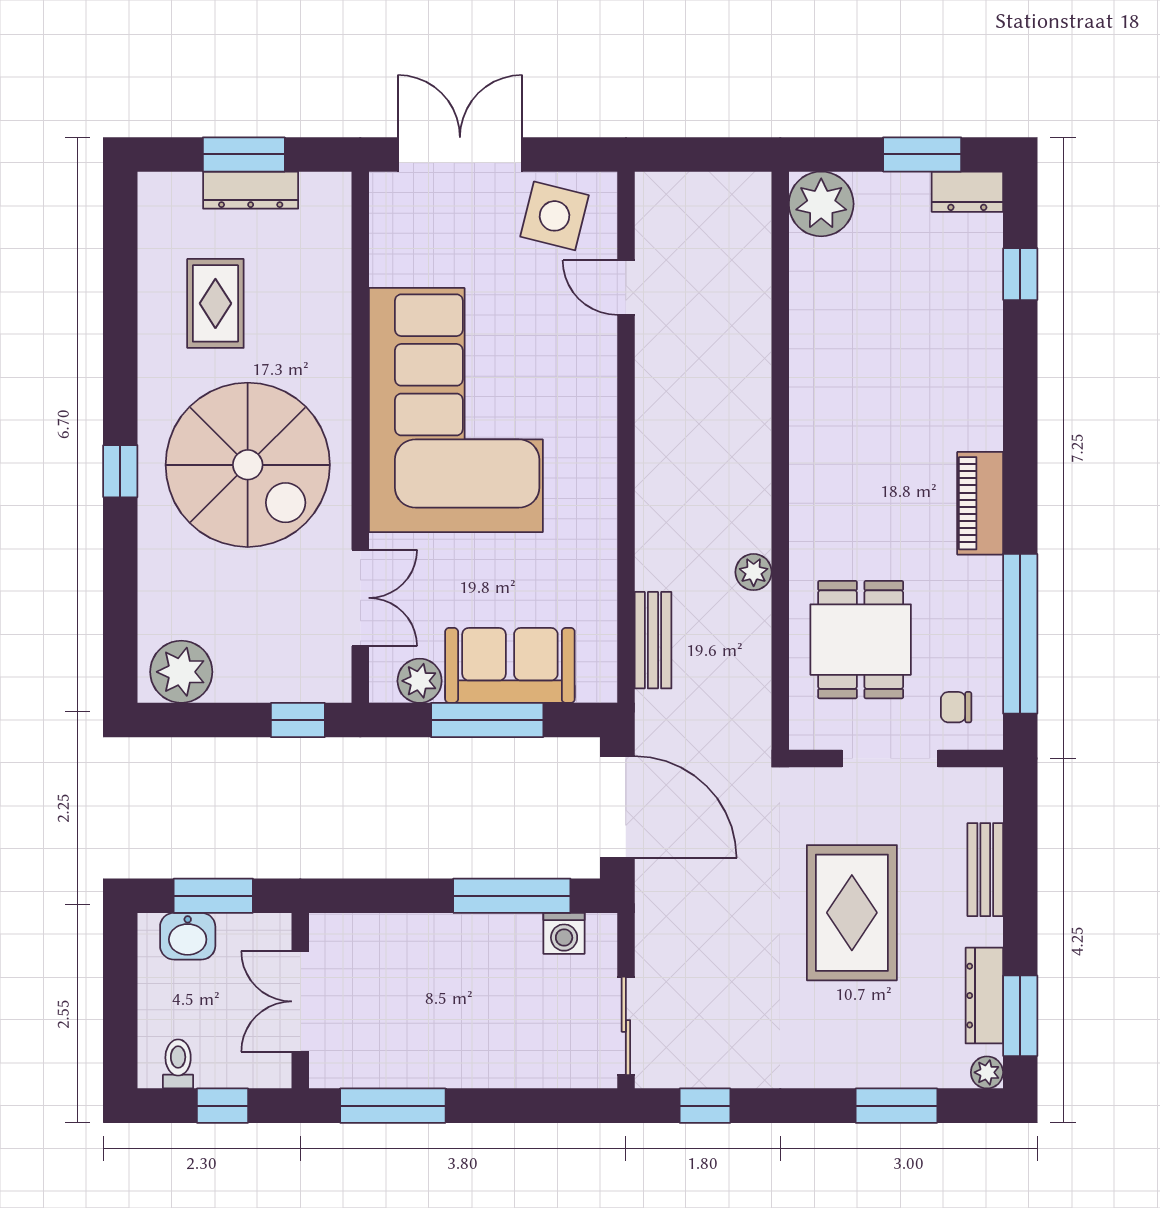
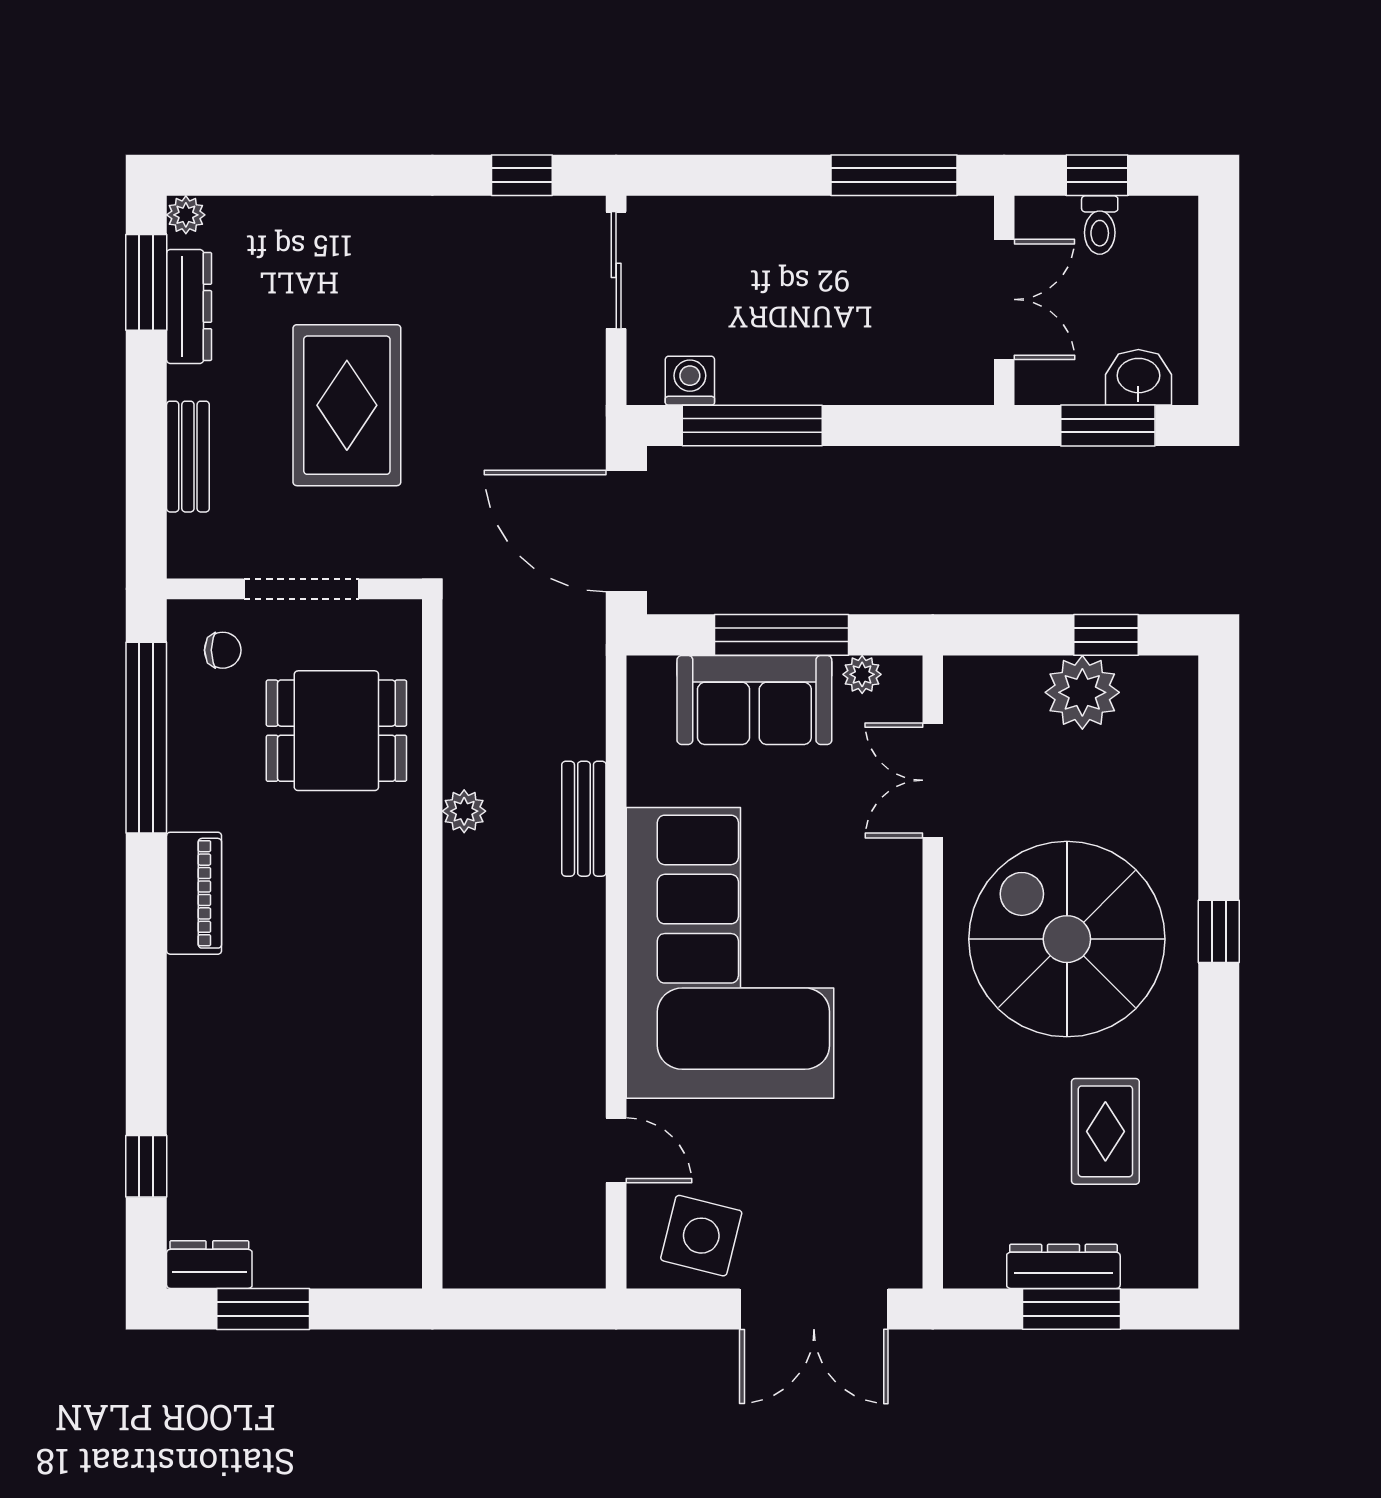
plant: (821, 204) -> (383, 1250), removed
corner sofa: (456, 410) -> (730, 953), moved, turned 180
bench: (653, 640) -> (584, 819), moved
dining table: (861, 640) -> (336, 731), turned 90
plant: (181, 672) -> (1082, 692), moved
plant: (420, 681) -> (862, 674), width x0.73, depth x0.73
window: (298, 720) -> (1106, 635), moved
toilet: (178, 1064) -> (1100, 225), moved
window: (896, 1106) -> (294, 175), removed

